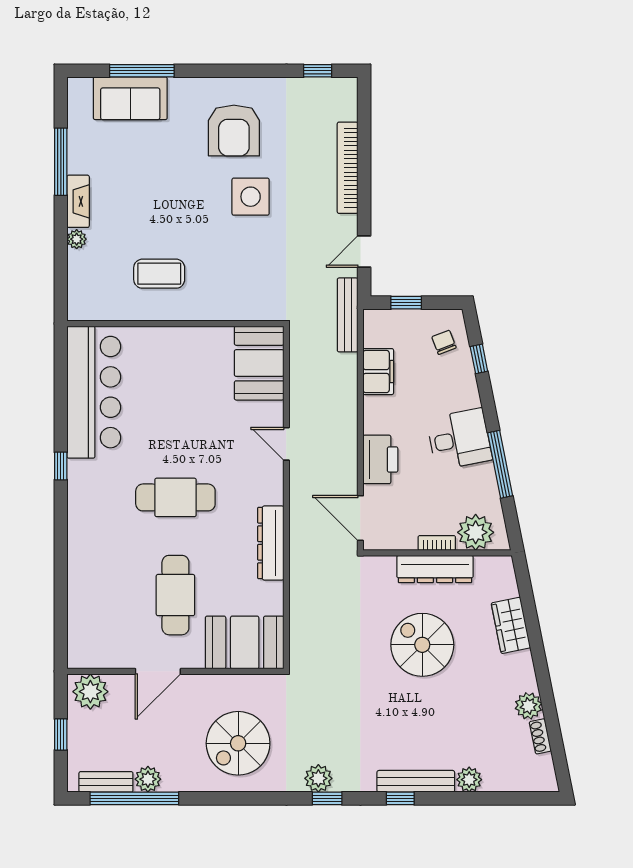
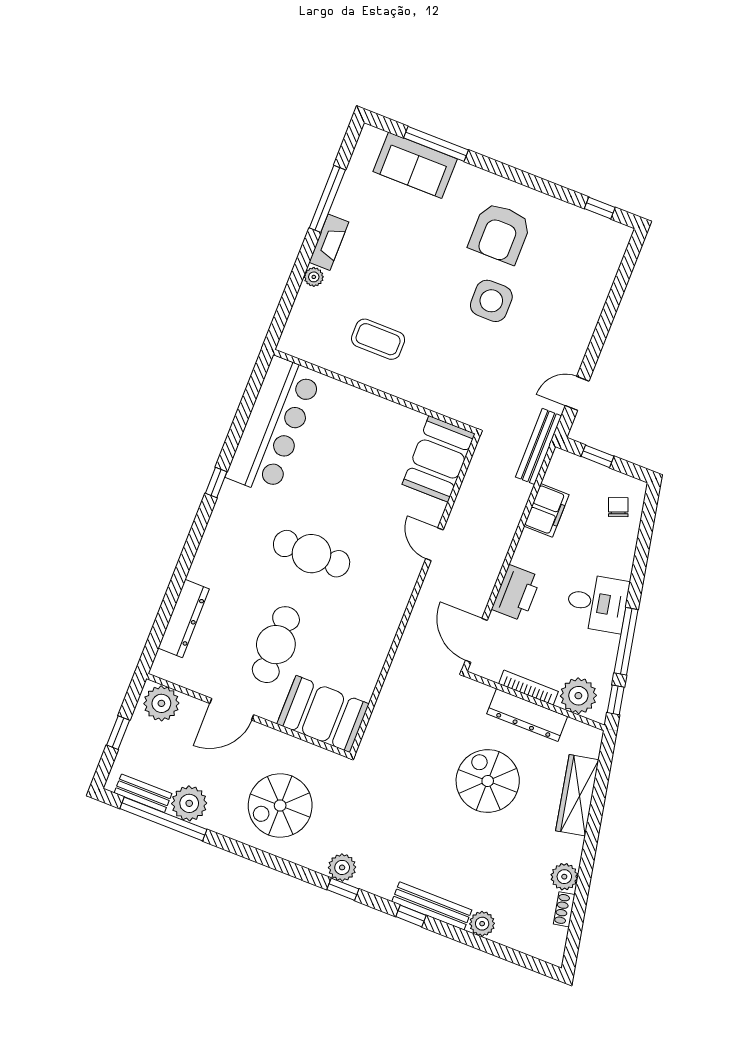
bookcase: (348, 168) -> (592, 309), removed
window: (479, 359) -> (616, 700), moved
dresser: (271, 543) -> (184, 619), moved, turned 180
bookcase: (437, 543) -> (529, 688), width x1.56
wardrobe: (511, 625) -> (577, 795), width x1.50
plant: (148, 779) -> (189, 803), width x1.36, depth x1.36

